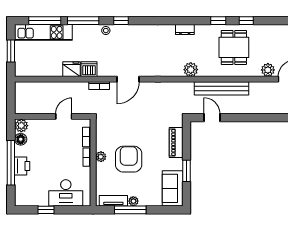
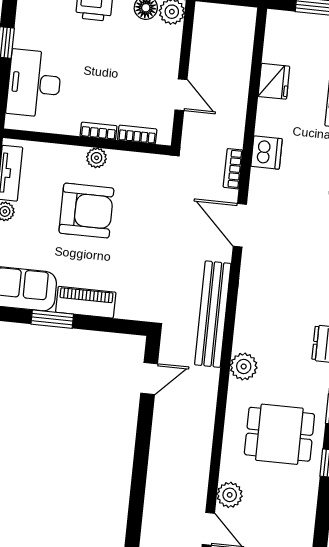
fridge: (71, 69) -> (274, 81), moved
plant: (191, 70) -> (244, 366), moved
bench: (221, 88) -> (213, 314), moved
piano: (176, 142) -> (86, 302), moved

